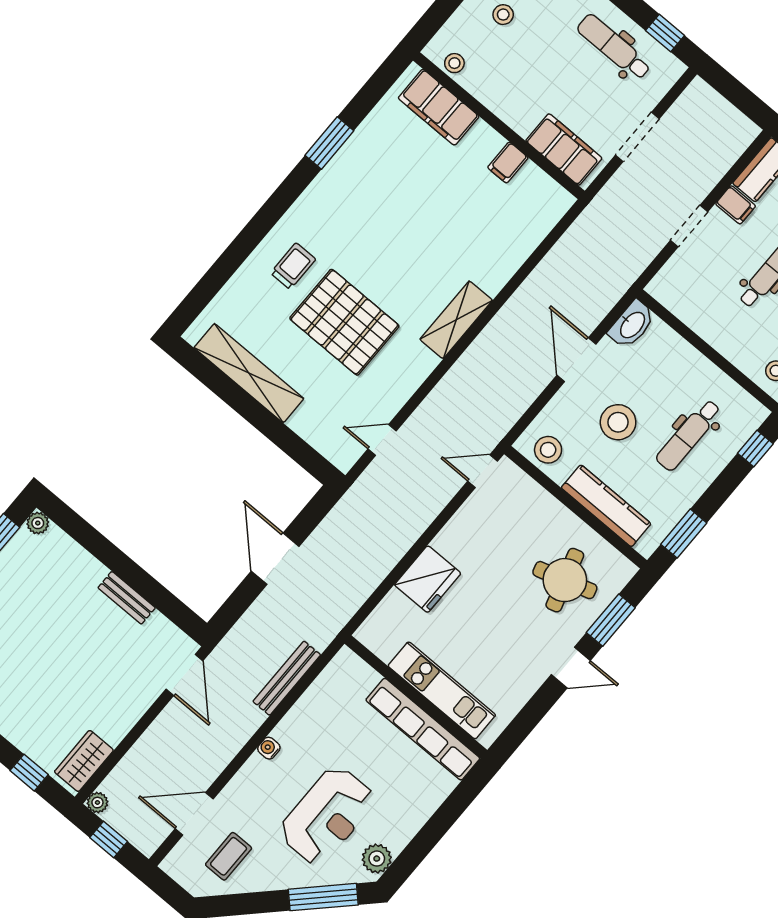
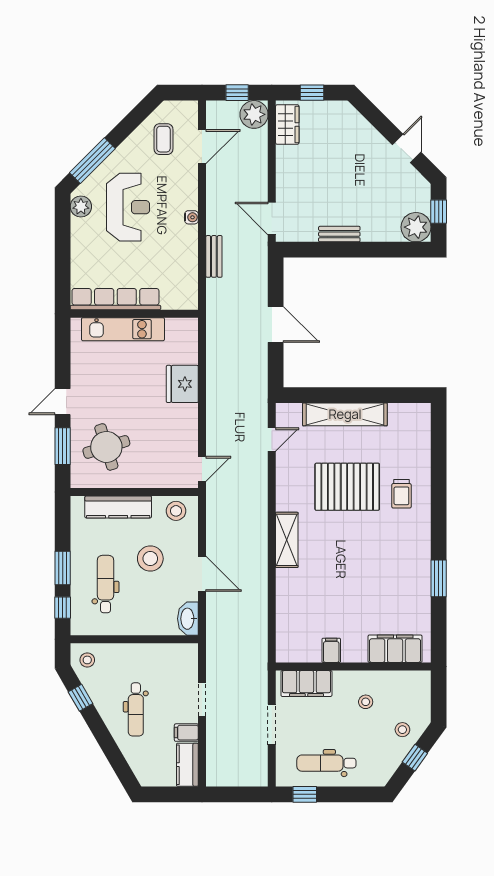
dental chair: (614, 47) -> (326, 763), turned 180
stool: (454, 63) -> (366, 702), moved
shelving: (249, 373) -> (345, 414), moved
plant: (38, 523) -> (416, 227), width x1.87, depth x1.87
window: (684, 534) -> (63, 568), moved
bench: (287, 678) -> (214, 256), width x0.73
plant: (97, 803) -> (254, 114), width x1.88, depth x1.88
reception desk: (327, 816) -> (128, 207), turned 180

